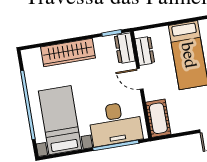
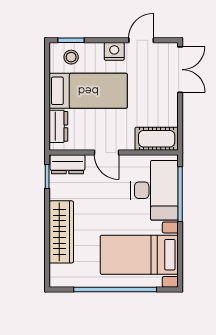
dresser: (145, 51) -> (58, 126), moved, turned 90
door: (140, 79) -> (107, 152), hinge flipped

